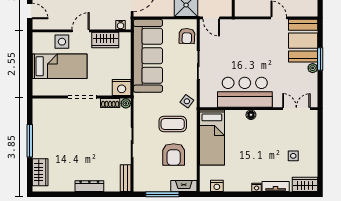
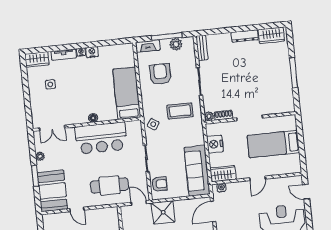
armchair: (187, 36) -> (159, 184), turned 88
wardrobe: (105, 40) -> (223, 174), moved
cafe table: (241, 40) -> (109, 186), added
side table: (62, 42) -> (274, 167), removed
sofa: (148, 56) -> (197, 171), width x0.74, depth x0.79
plant: (313, 68) -> (40, 156), moved
nightstand: (122, 87) -> (215, 144), moved, turned -90
coffee table: (173, 124) -> (180, 111), moved
wardrobe: (40, 172) -> (271, 35), moved, turned -90
plant: (153, 185) -> (176, 44), added
dresser: (89, 186) -> (245, 36), moved
nightstand: (217, 186) -> (92, 52), moved

